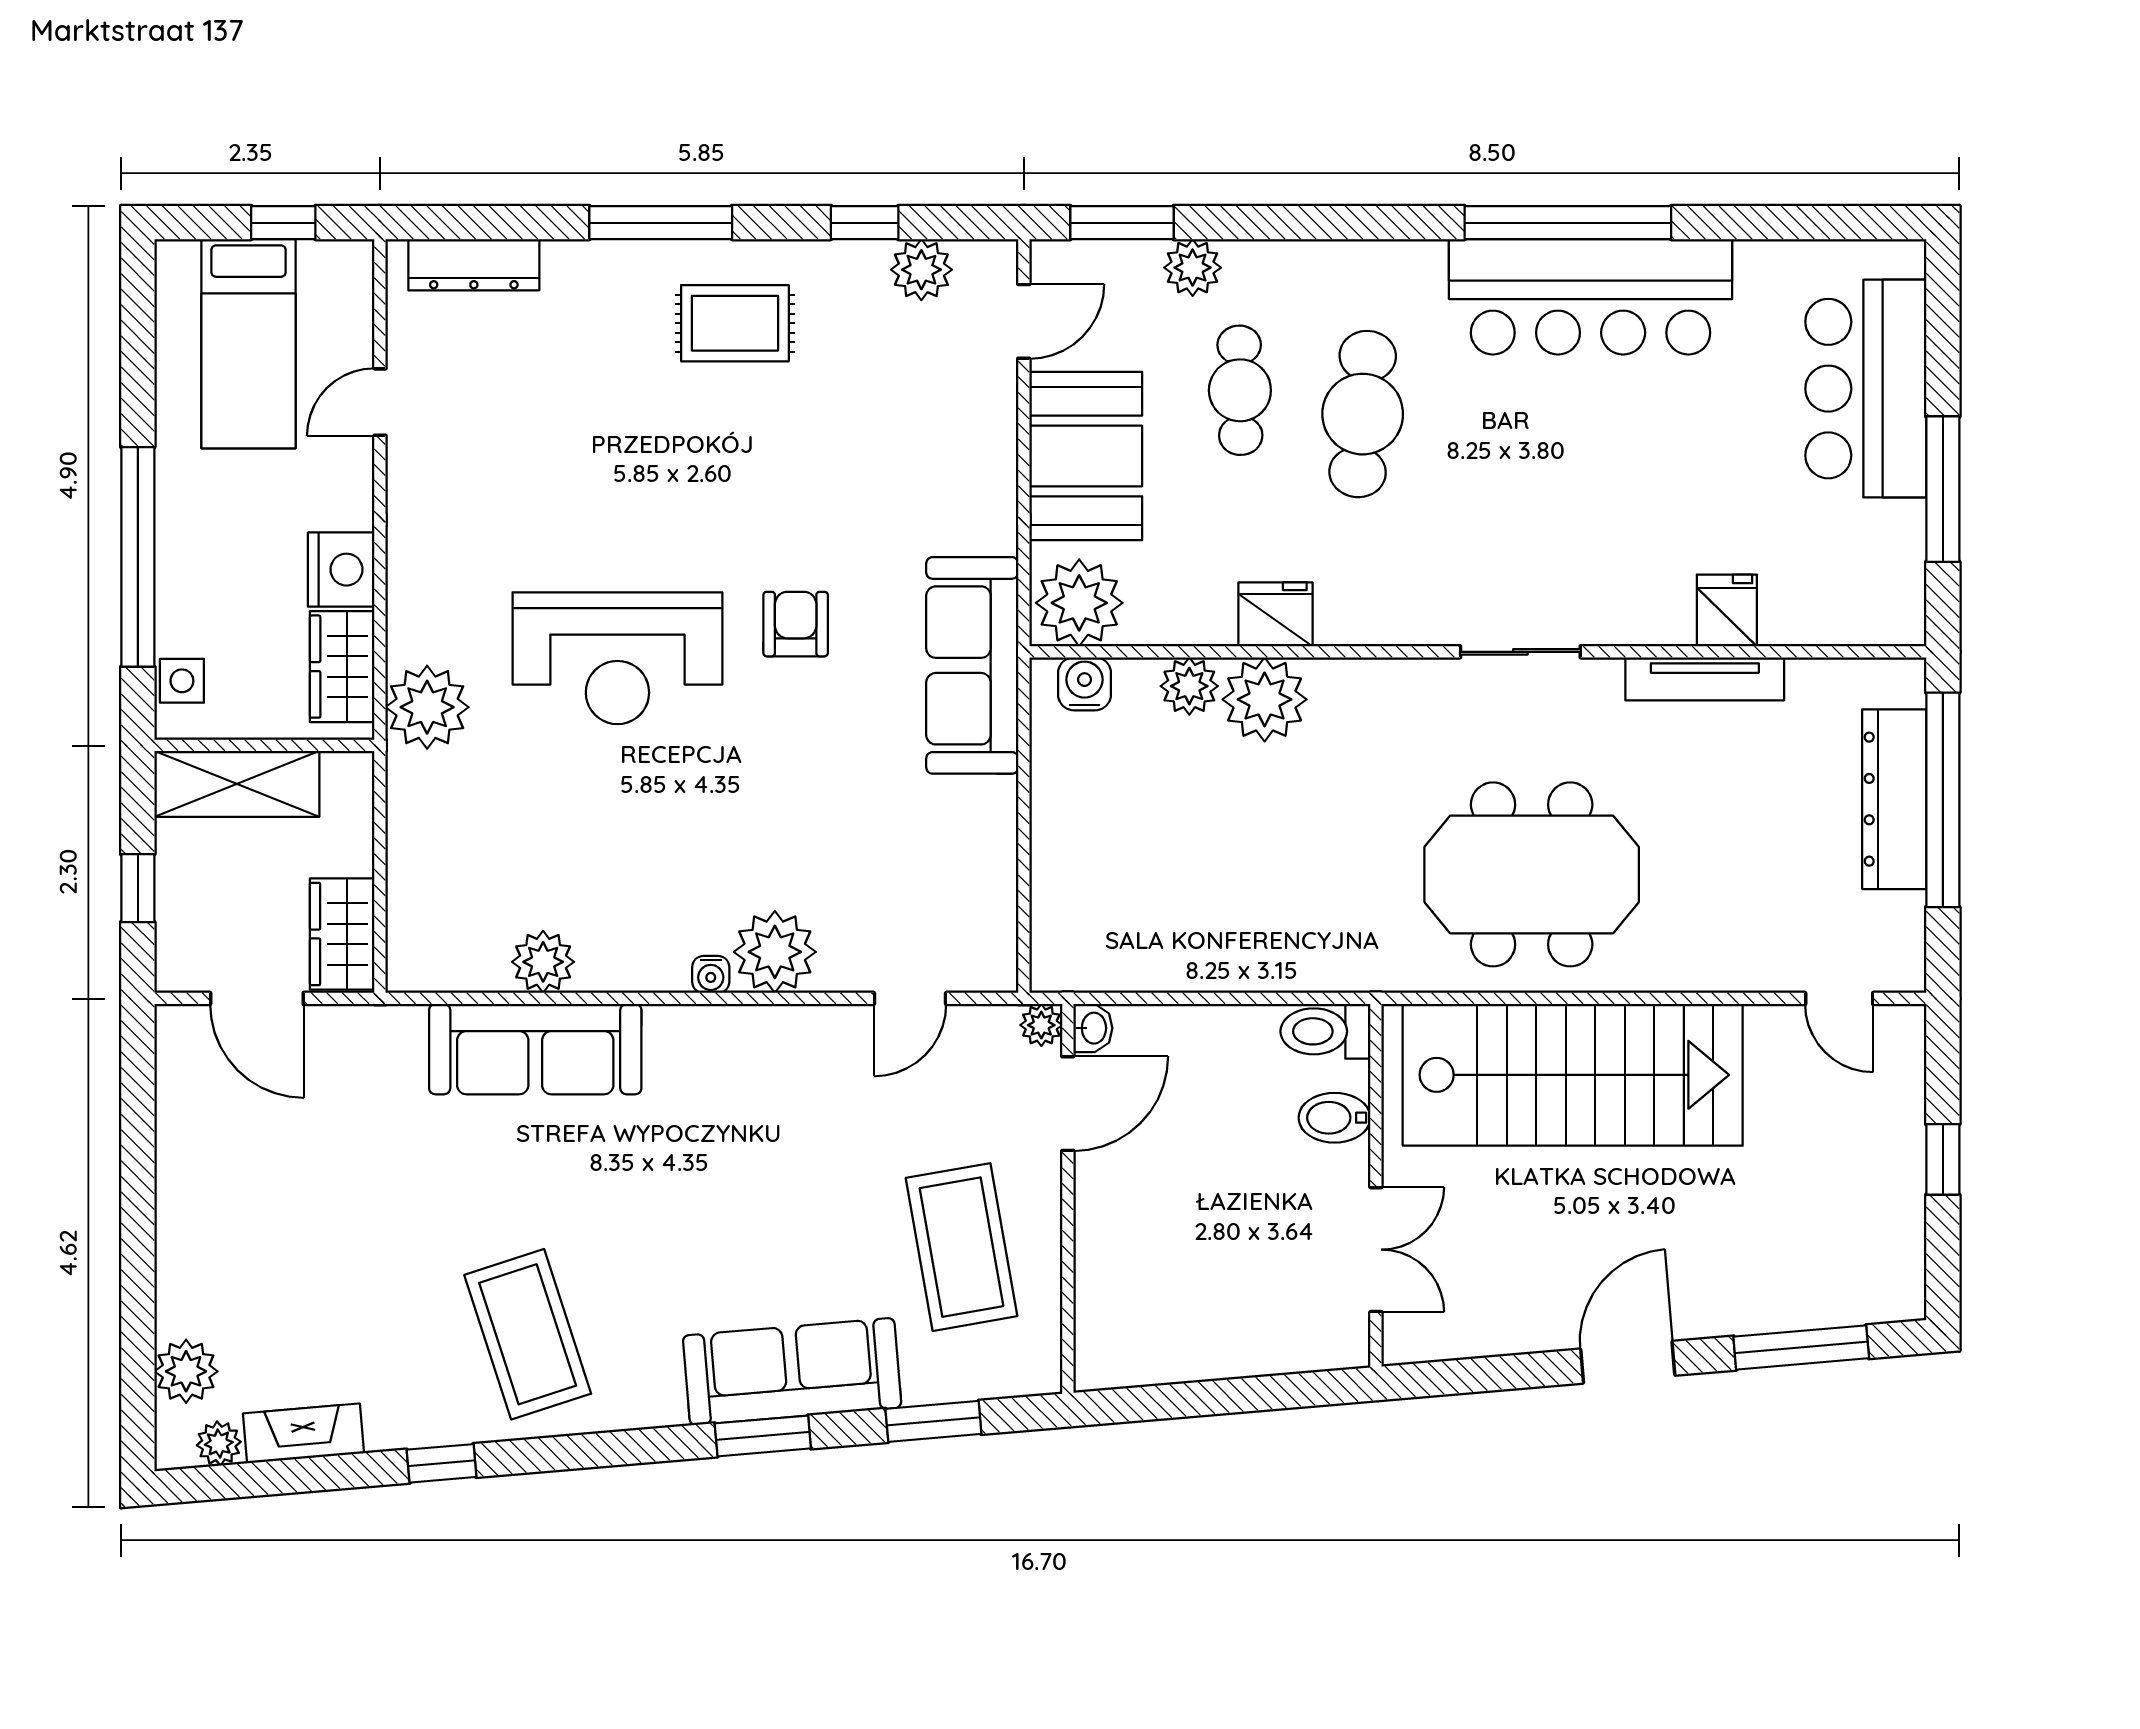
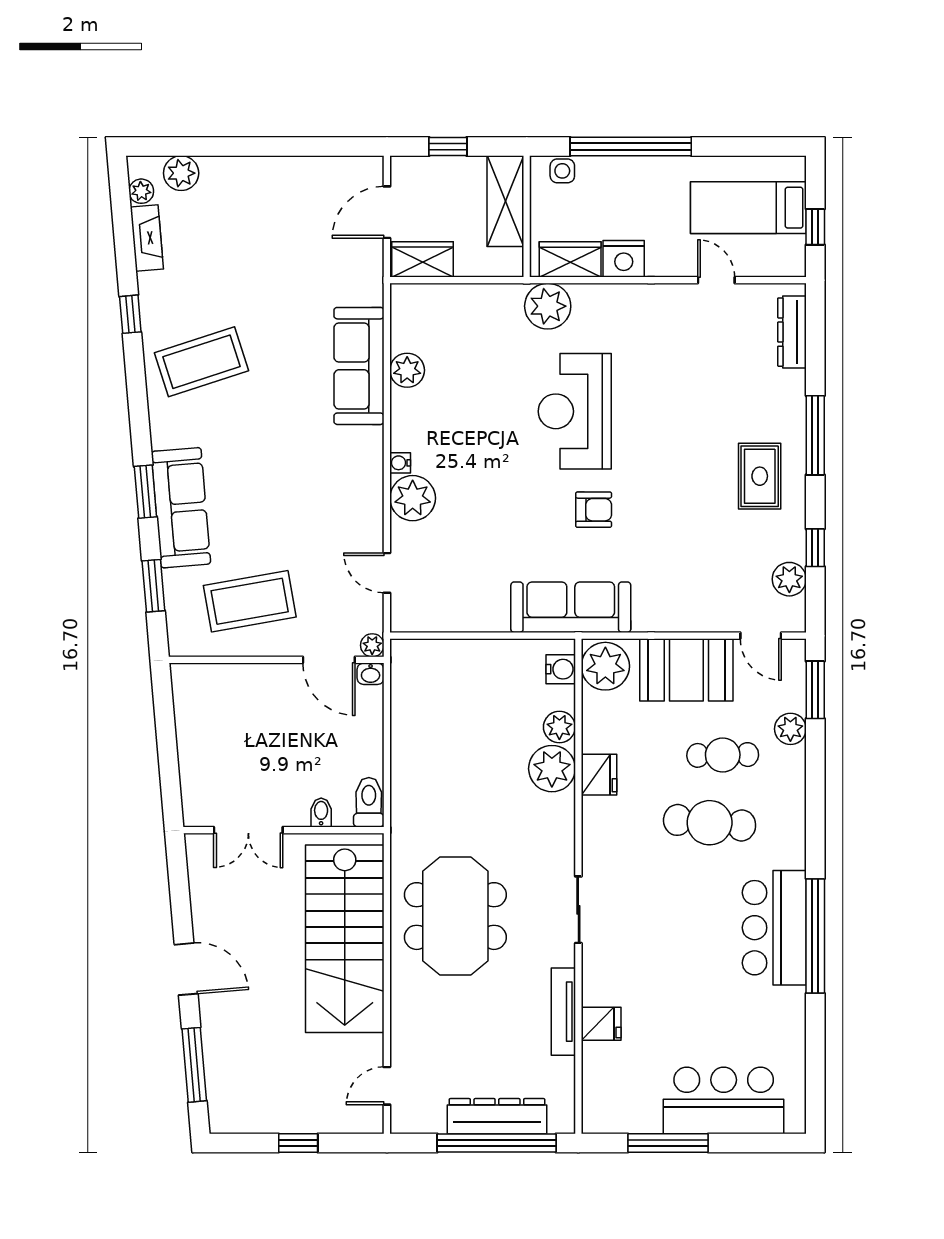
bar counter: (1591, 297) -> (774, 928), width x0.73
bidet: (1335, 1118) -> (321, 812), width x0.72, depth x0.74

